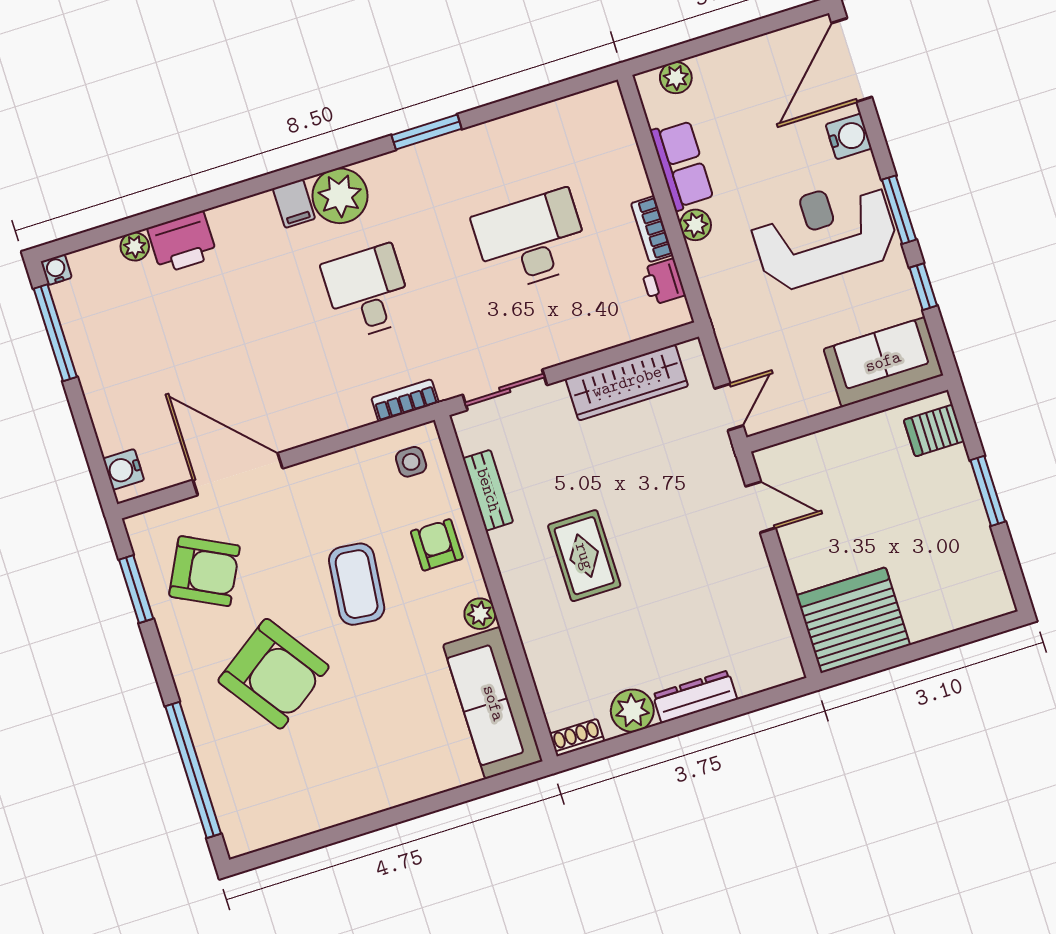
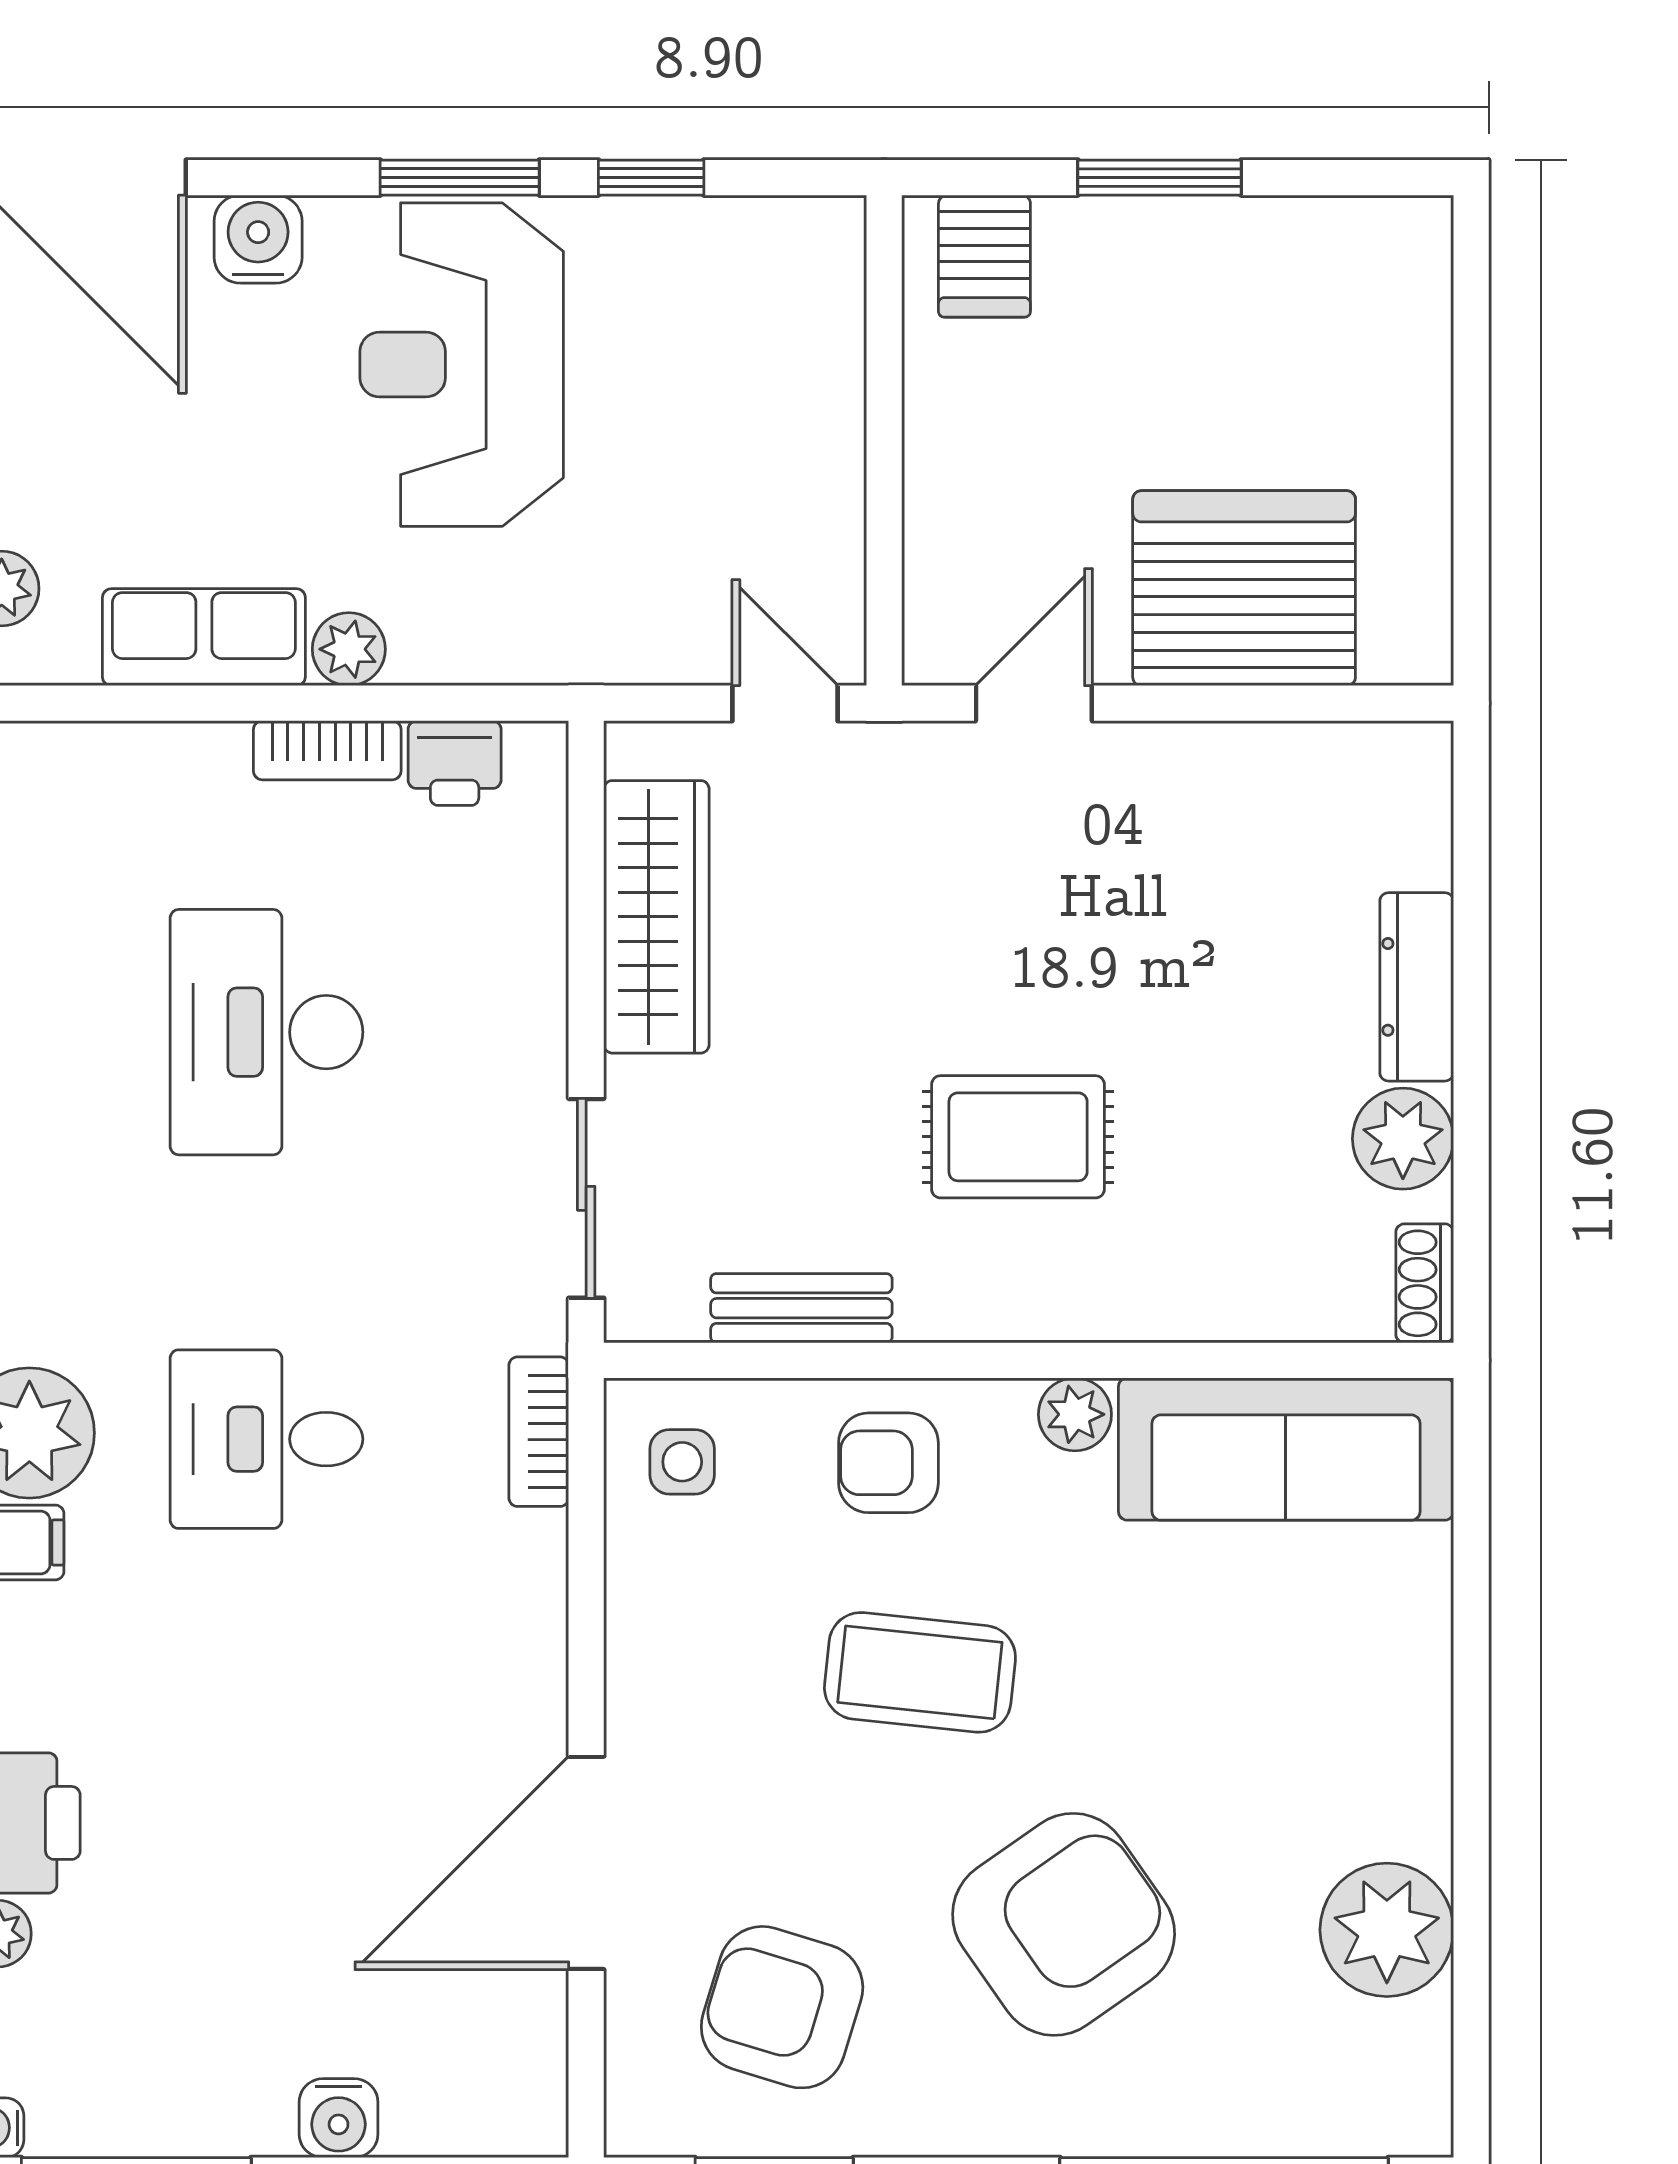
sofa: (883, 362) -> (793, 322), removed
water cooler: (123, 469) -> (339, 2118), moved
armchair: (205, 571) -> (782, 2007), turned -100
server rack: (853, 620) -> (1244, 588), moved, turned 90
plant: (312, 804) -> (1387, 1930), added

